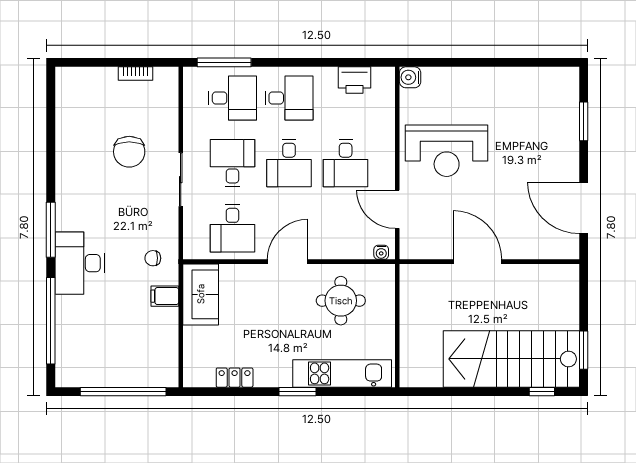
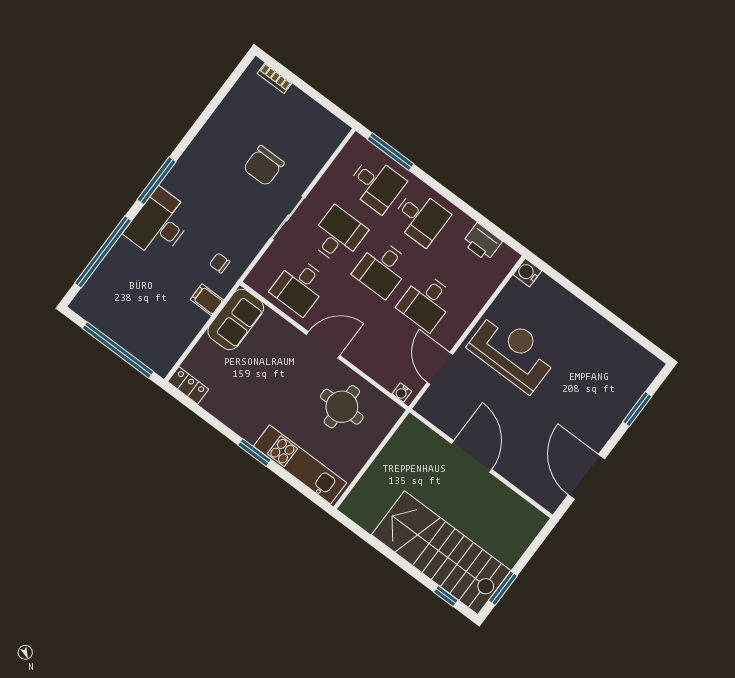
bookcase: (136, 74) -> (275, 78), moved
reception desk: (447, 151) -> (513, 352), turned 180
locker: (235, 378) -> (188, 385), moved

